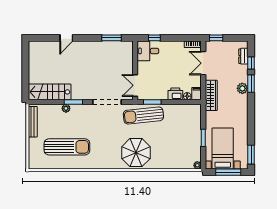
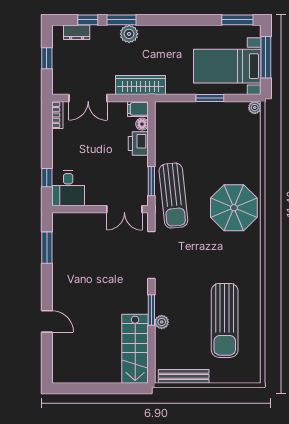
window: (216, 38) -> (47, 58), moved
sun lounger: (67, 147) -> (225, 320), turned 180

